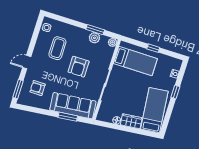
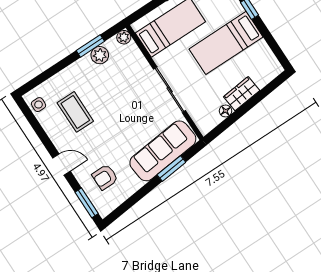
door: (27, 62) -> (61, 164), swing flipped
armchair: (79, 67) -> (120, 104), removed
bed: (154, 110) -> (226, 43), moved, turned -84

